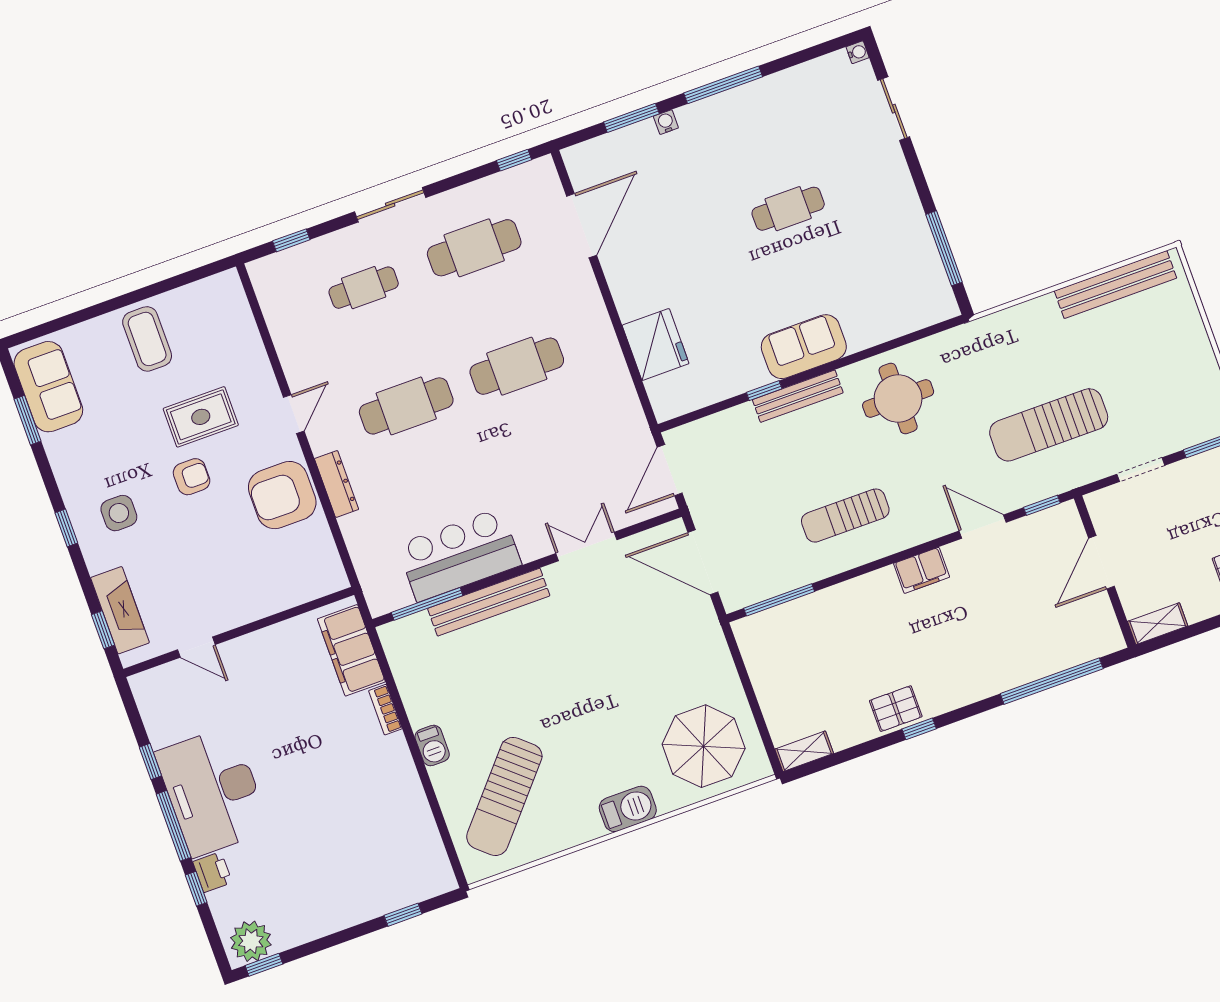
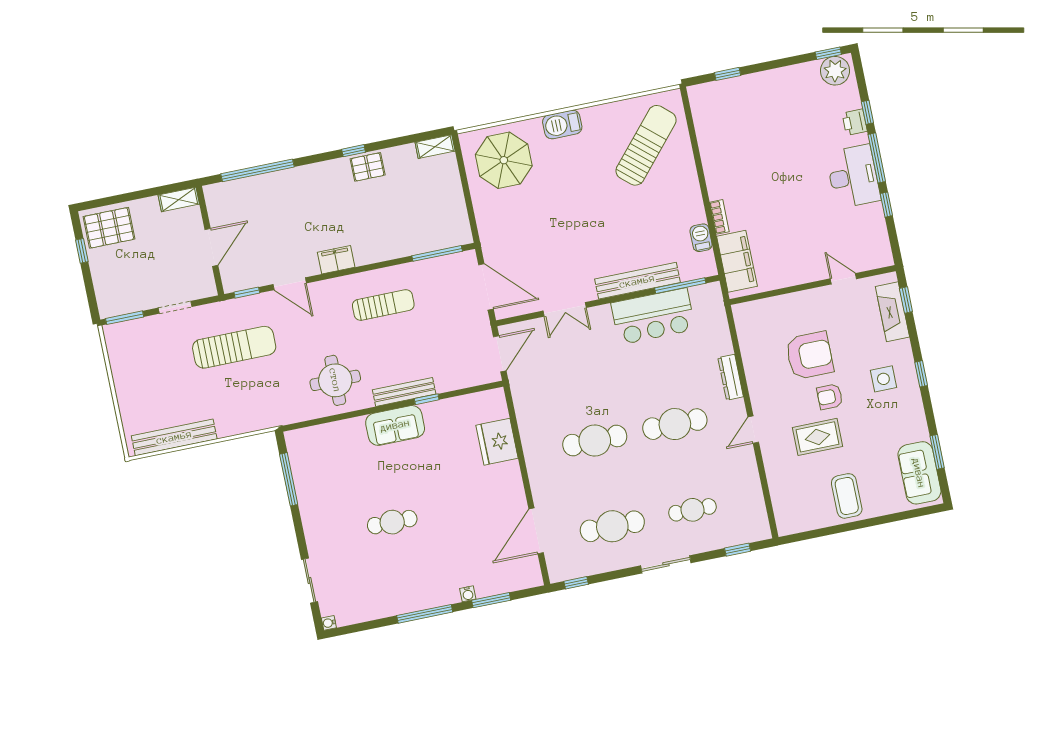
armchair: (282, 495) -> (809, 355), moved
barbecue: (432, 746) -> (701, 238), moved
desk: (213, 791) -> (853, 176), width x0.73, depth x0.77

